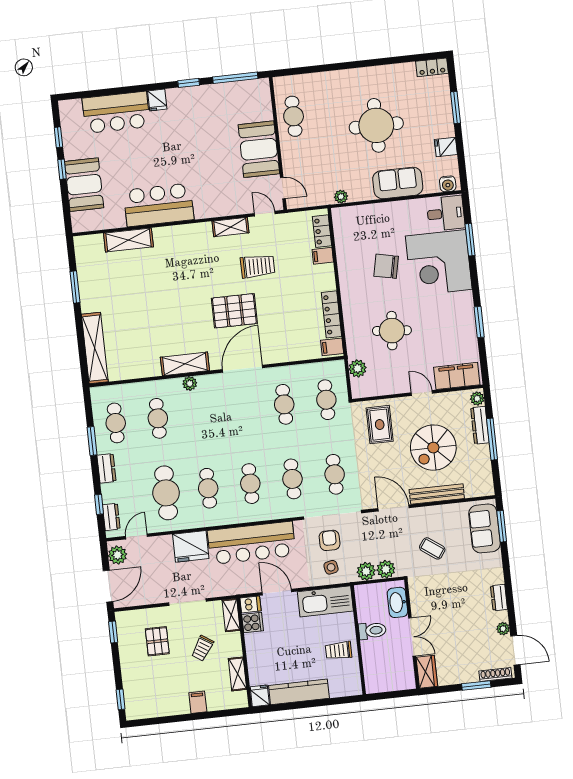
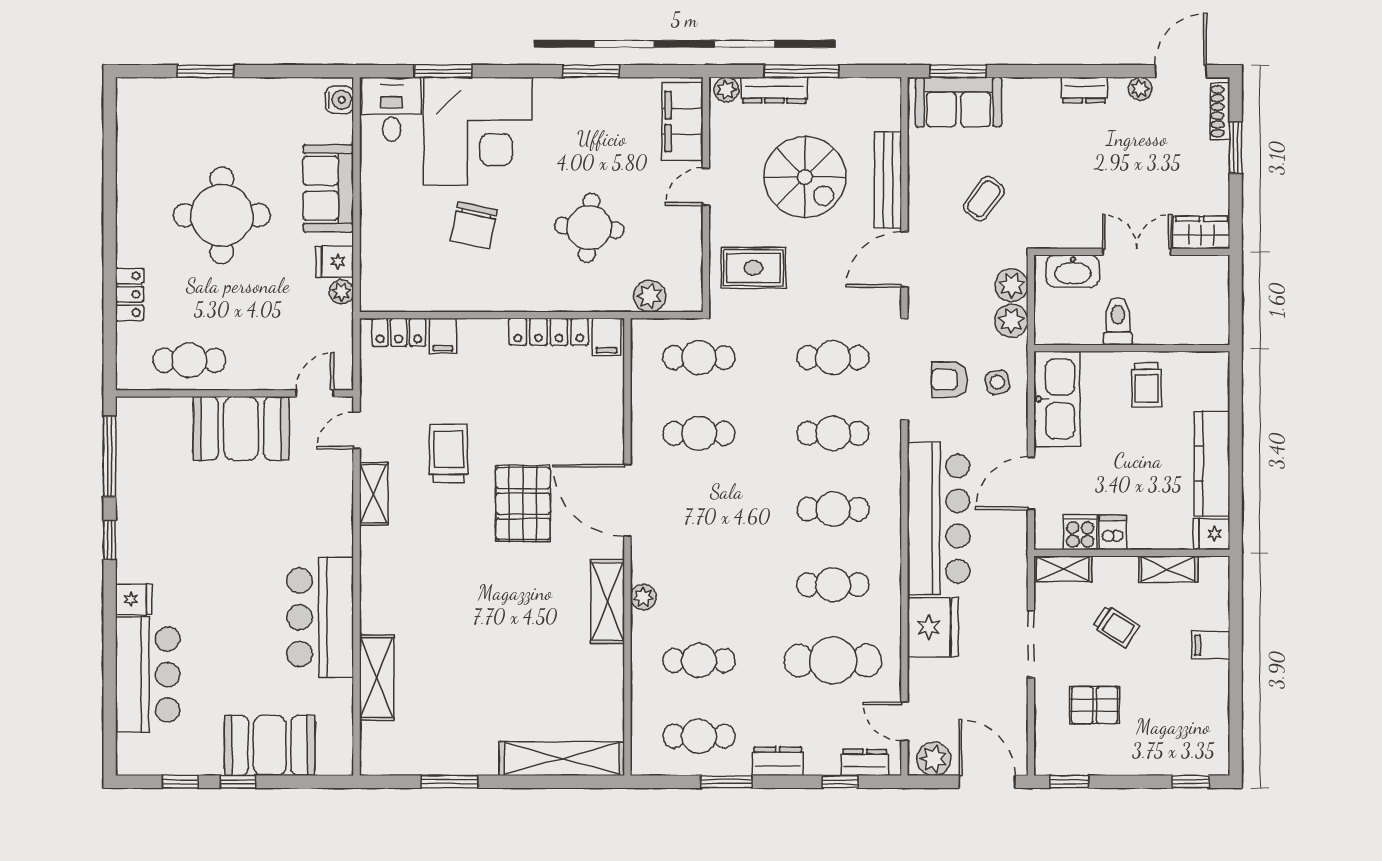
locker: (432, 67) -> (130, 294), moved
fridge: (446, 147) -> (335, 262), moved, turned 90
dishwasher: (251, 604) -> (1113, 532), moved

